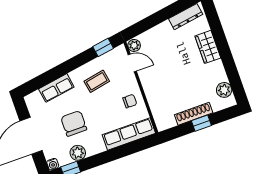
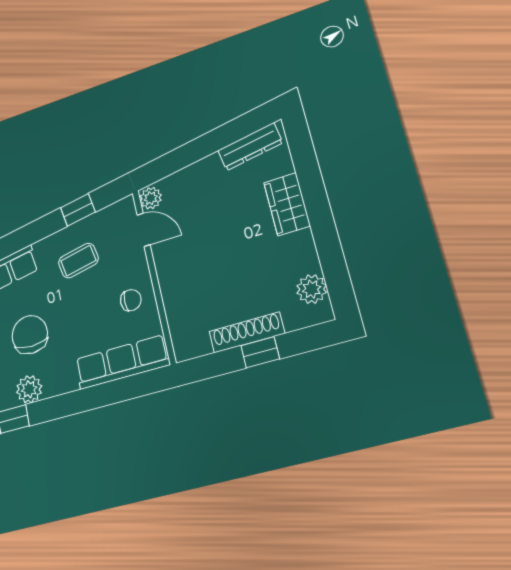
window: (103, 47) -> (78, 210), moved

